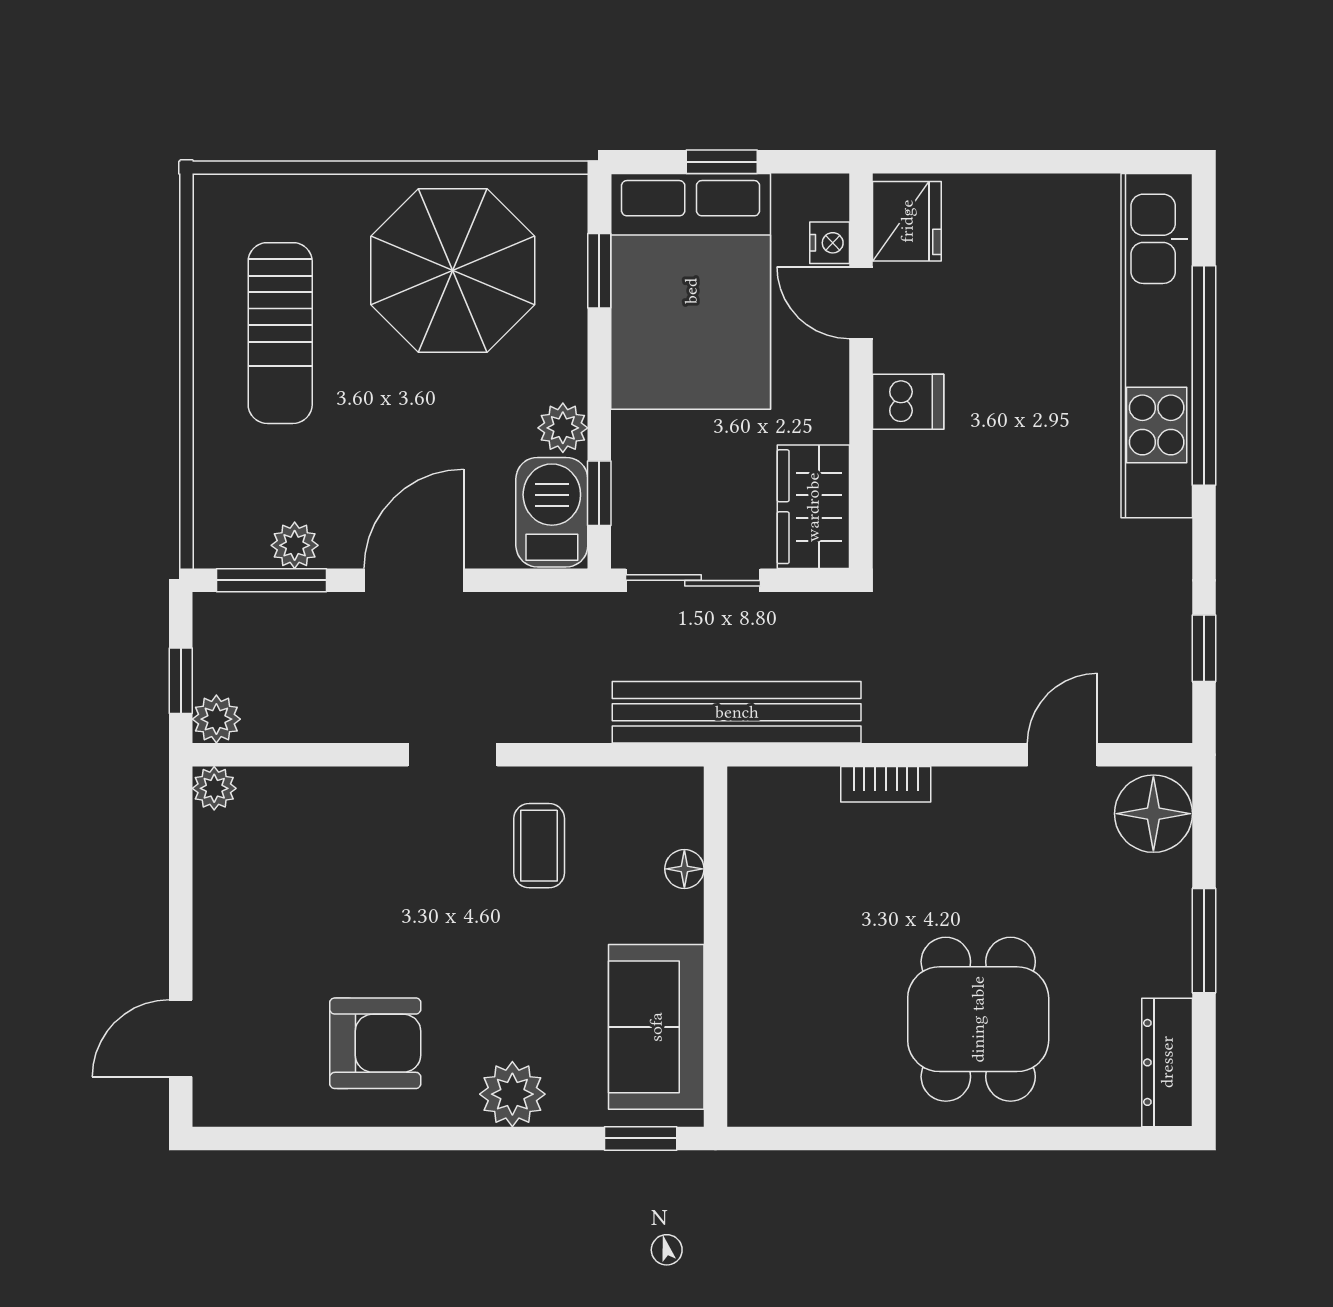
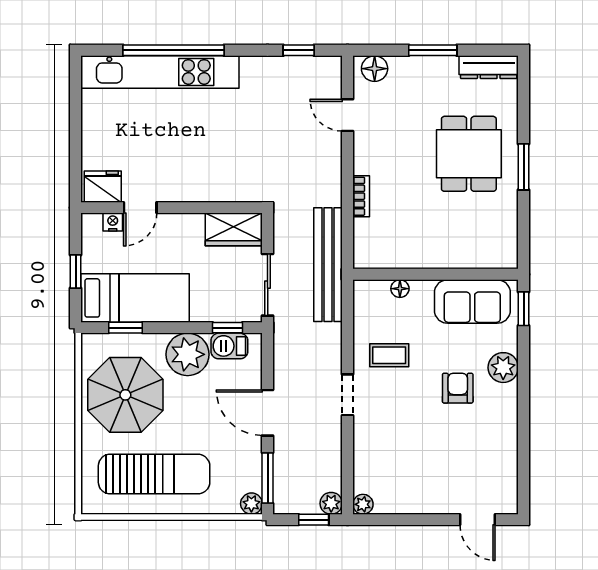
bed: (691, 291) -> (135, 298), width x0.67
sun lounger: (280, 333) -> (154, 474), width x1.36, depth x1.34
dishwasher: (908, 402) -> (186, 186), removed
plant: (563, 428) -> (188, 354), width x1.87, depth x1.87
barbecue: (552, 512) -> (229, 346), width x0.73, depth x0.79
plant: (295, 545) -> (251, 504), moved
floor lamp: (1153, 814) -> (375, 69), width x0.73, depth x0.73
dining table: (978, 1019) -> (469, 154), turned 90
armchair: (375, 1043) -> (458, 388), moved, width x0.72, depth x0.72
window: (950, 1138) -> (524, 167), added

